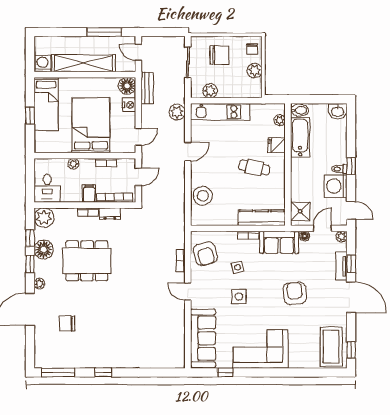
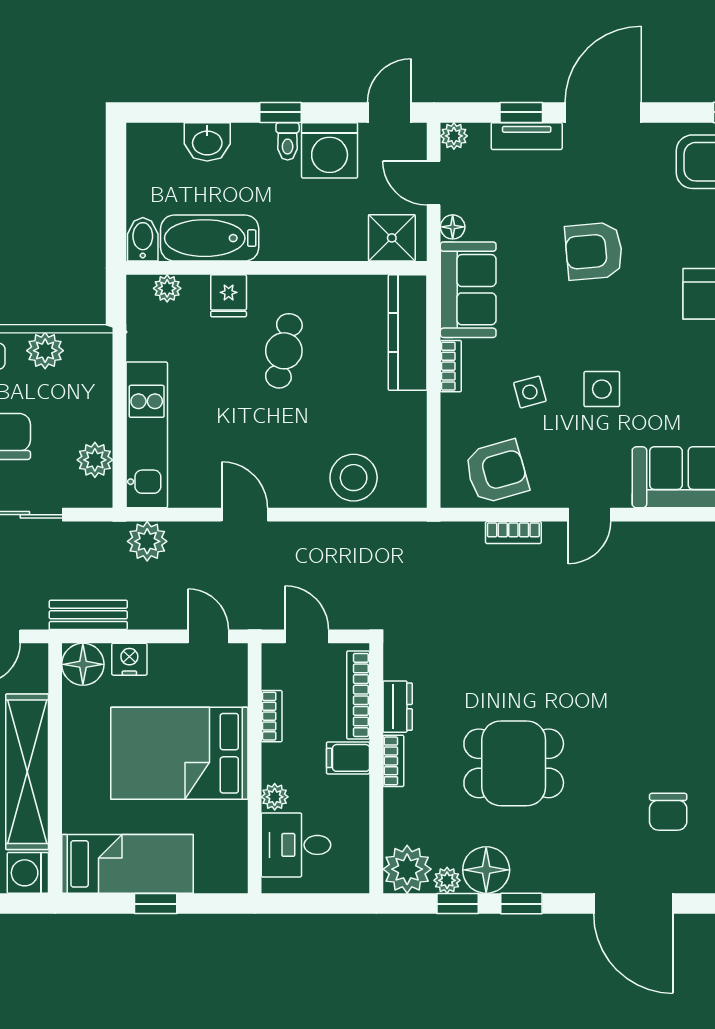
washbasin: (338, 111) -> (207, 142), moved, turned 90
desk: (47, 188) -> (296, 845), moved, turned 180
dining table: (87, 261) -> (514, 763), width x0.73
plant: (39, 284) -> (447, 880), moved

